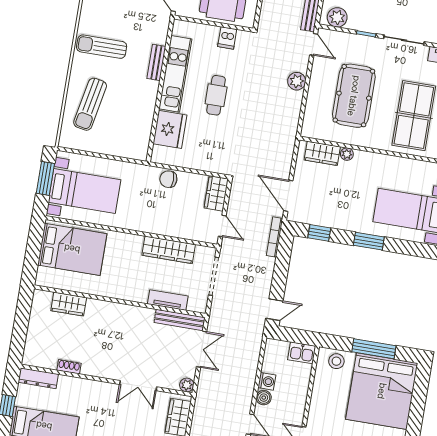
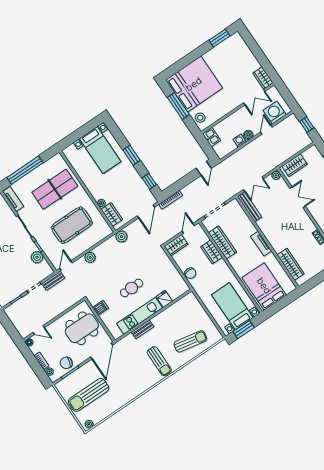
plant: (337, 17) -> (37, 257), moved
fridge: (170, 129) -> (164, 299), width x0.53, depth x0.75
plant: (286, 140) -> (122, 237), added
wardrobe: (170, 227) -> (212, 252), added
tv unit: (168, 300) -> (261, 244), moved
wardrobe: (69, 304) -> (291, 264), width x1.50
door: (274, 310) -> (204, 168), swing flipped
double door: (202, 349) -> (253, 184), swing flipped

